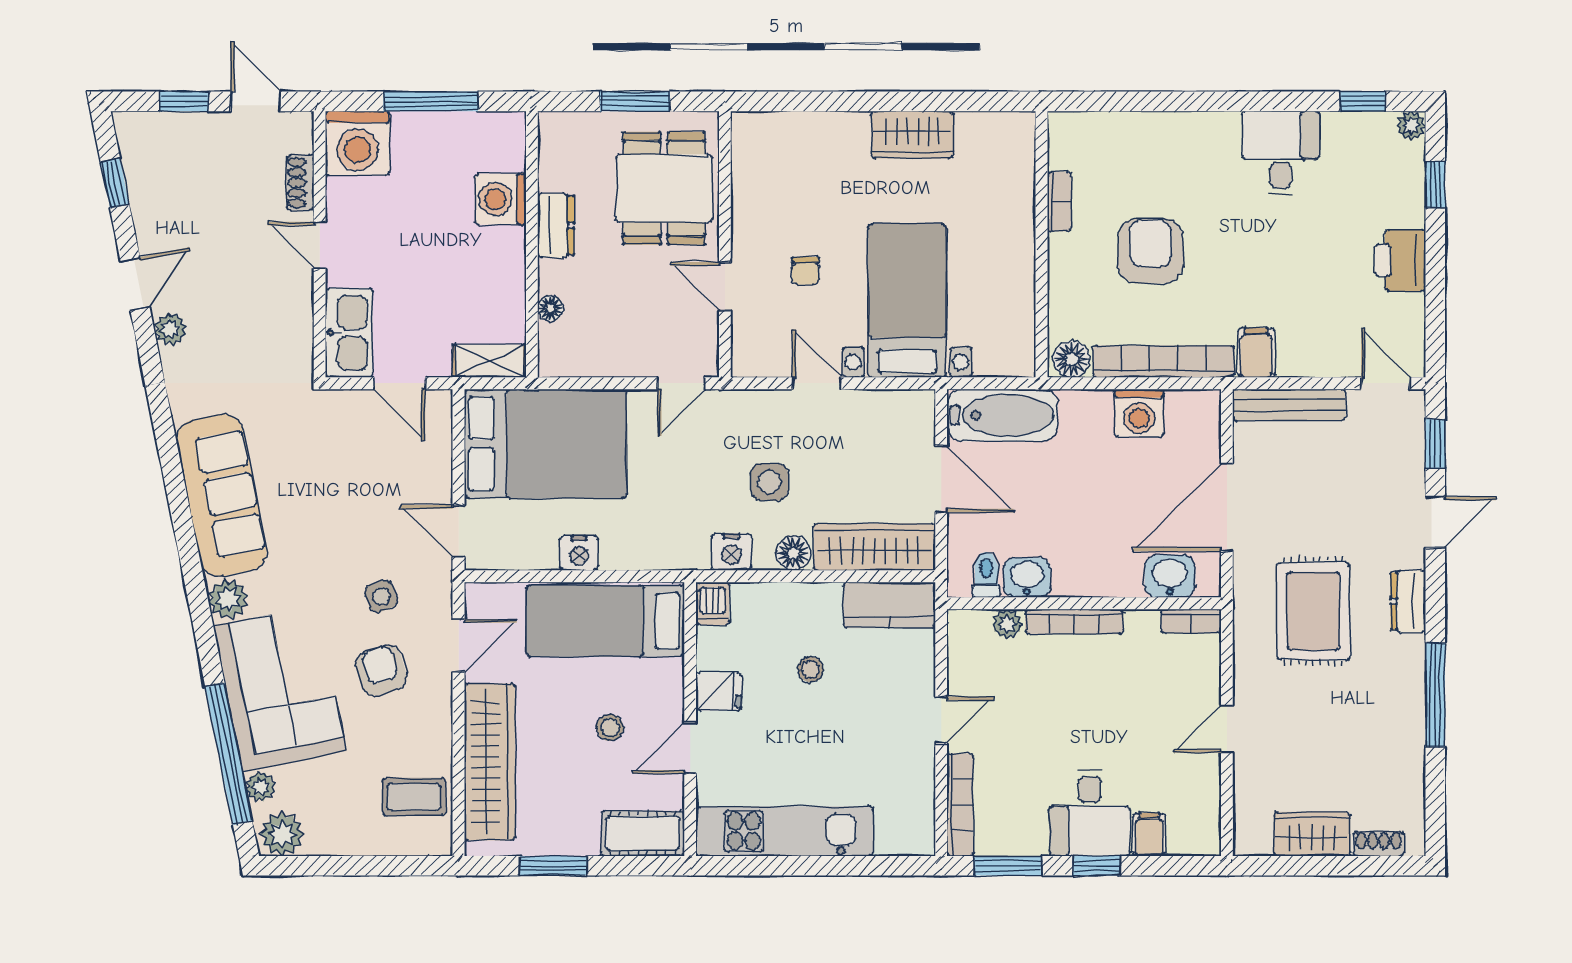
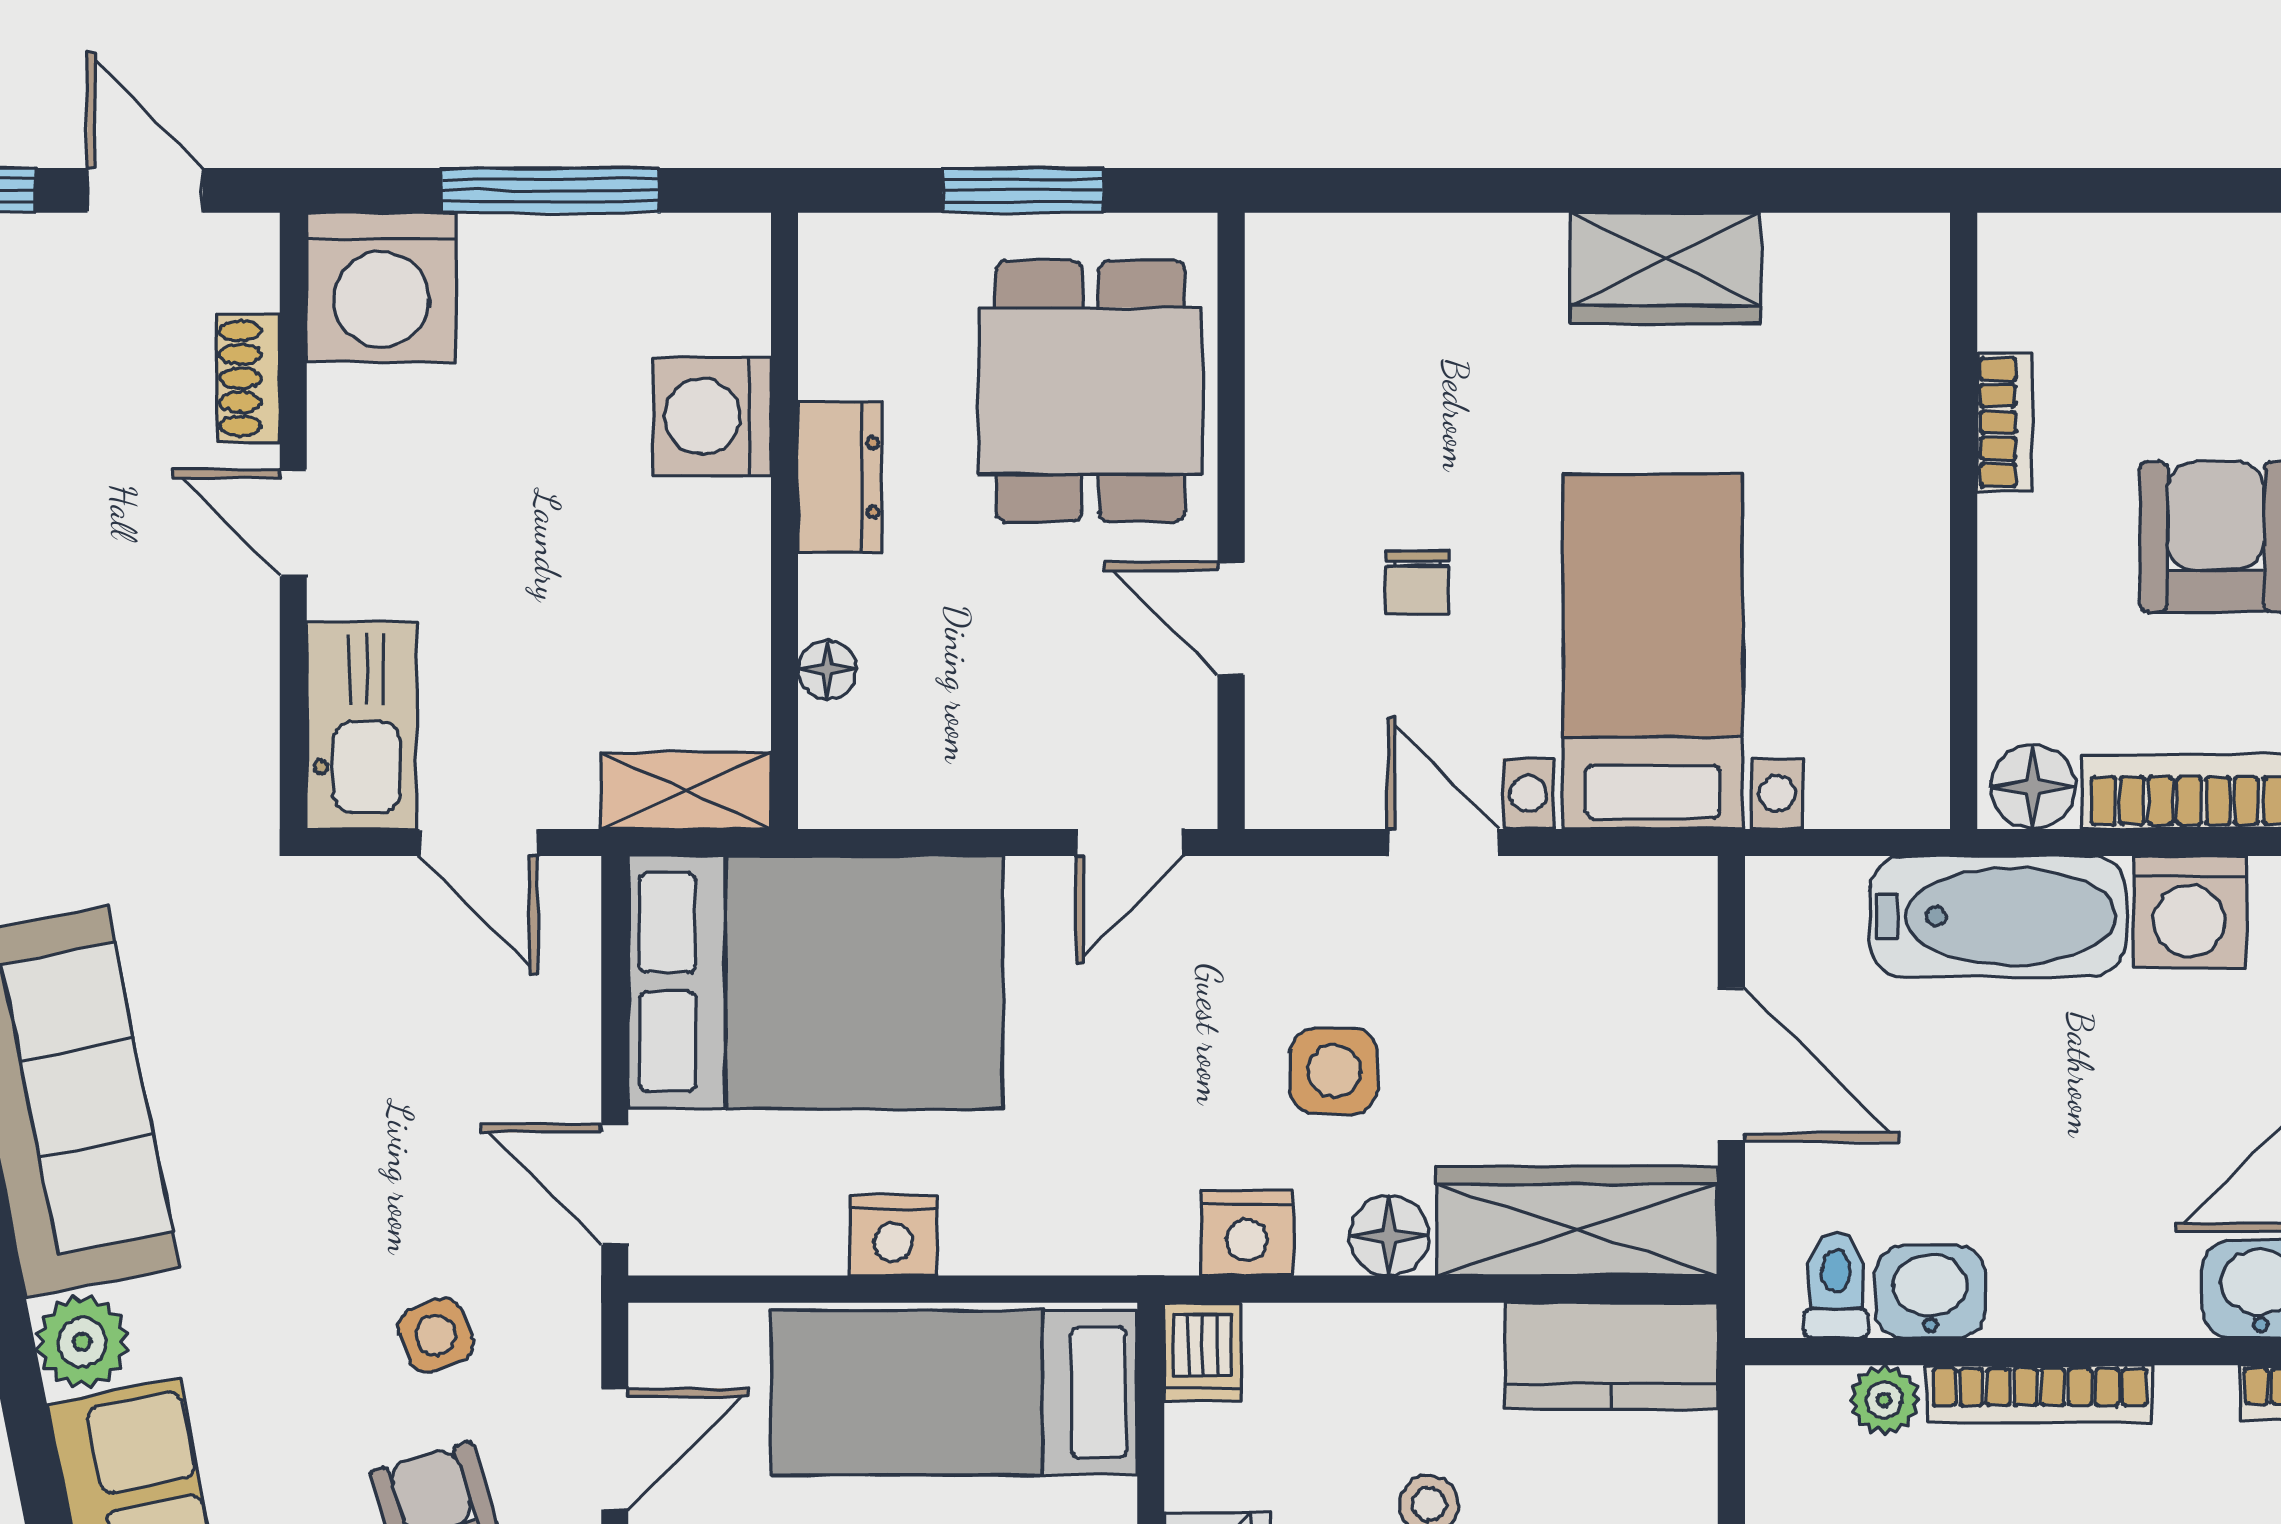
bathtub: (1002, 415) -> (1998, 916), moved

